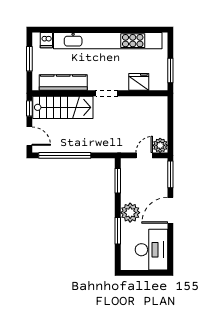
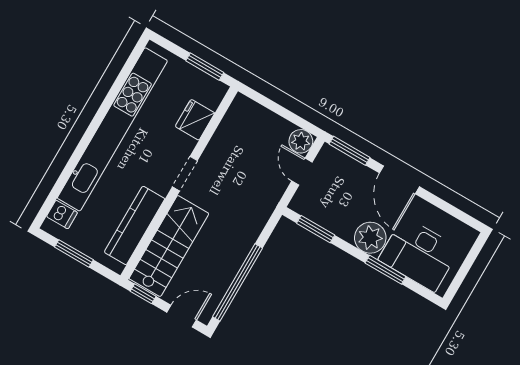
desk: (151, 250) -> (419, 254), moved, turned 180

